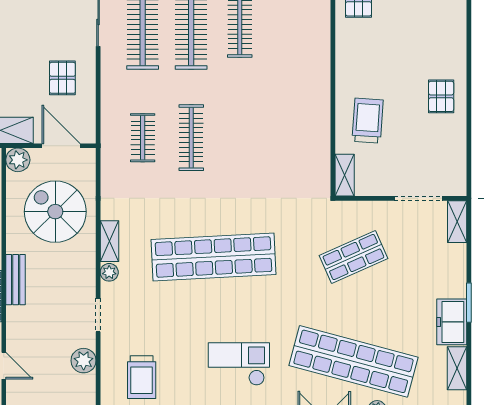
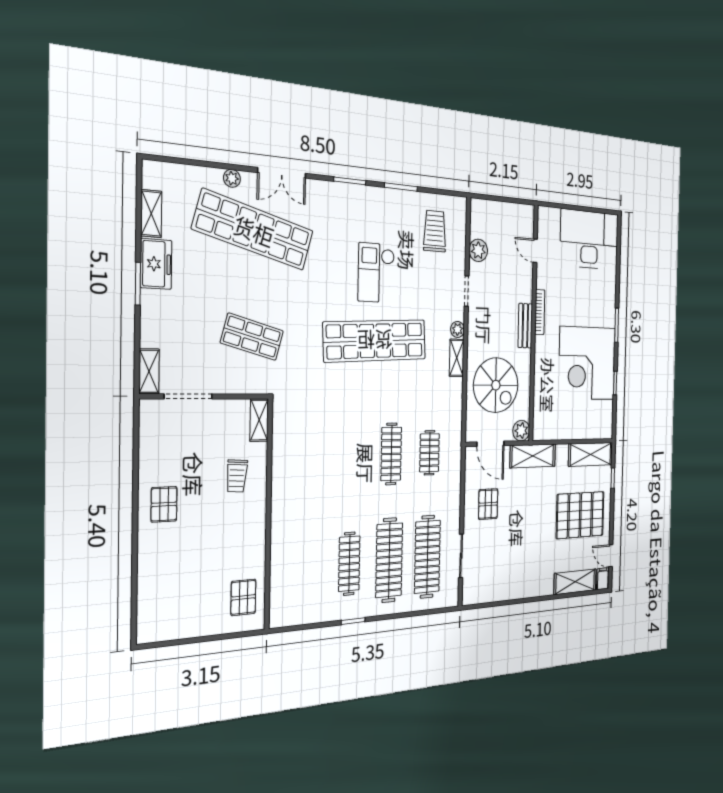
trolley: (368, 121) -> (237, 476), width x0.73, depth x0.72
shop shelf: (353, 257) -> (252, 337), turned 39
checkout: (239, 364) -> (376, 273), moved, turned 90

